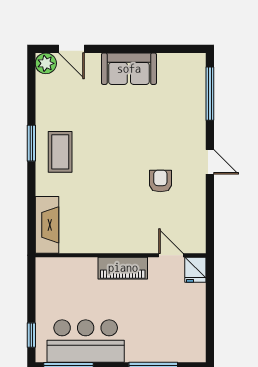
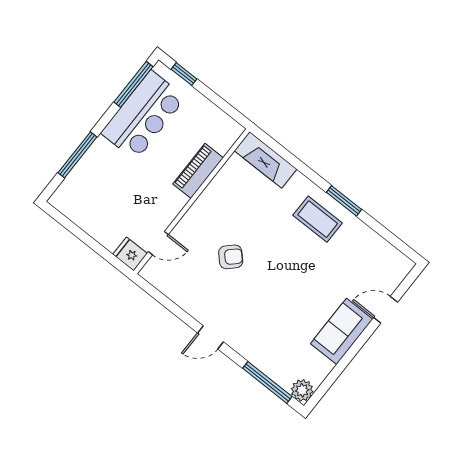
door: (71, 49) -> (386, 310), moved
plant: (46, 63) -> (302, 390), moved
armchair: (160, 181) -> (231, 257), moved, turned -44
piano: (123, 268) -> (198, 171), moved

